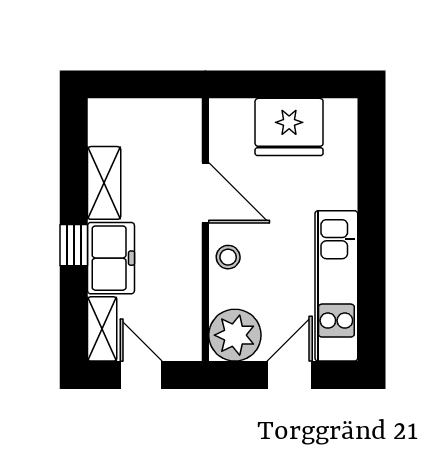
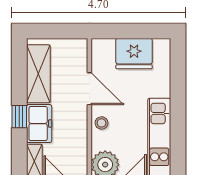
shelving: (104, 183) -> (38, 74), width x1.50, depth x1.33

